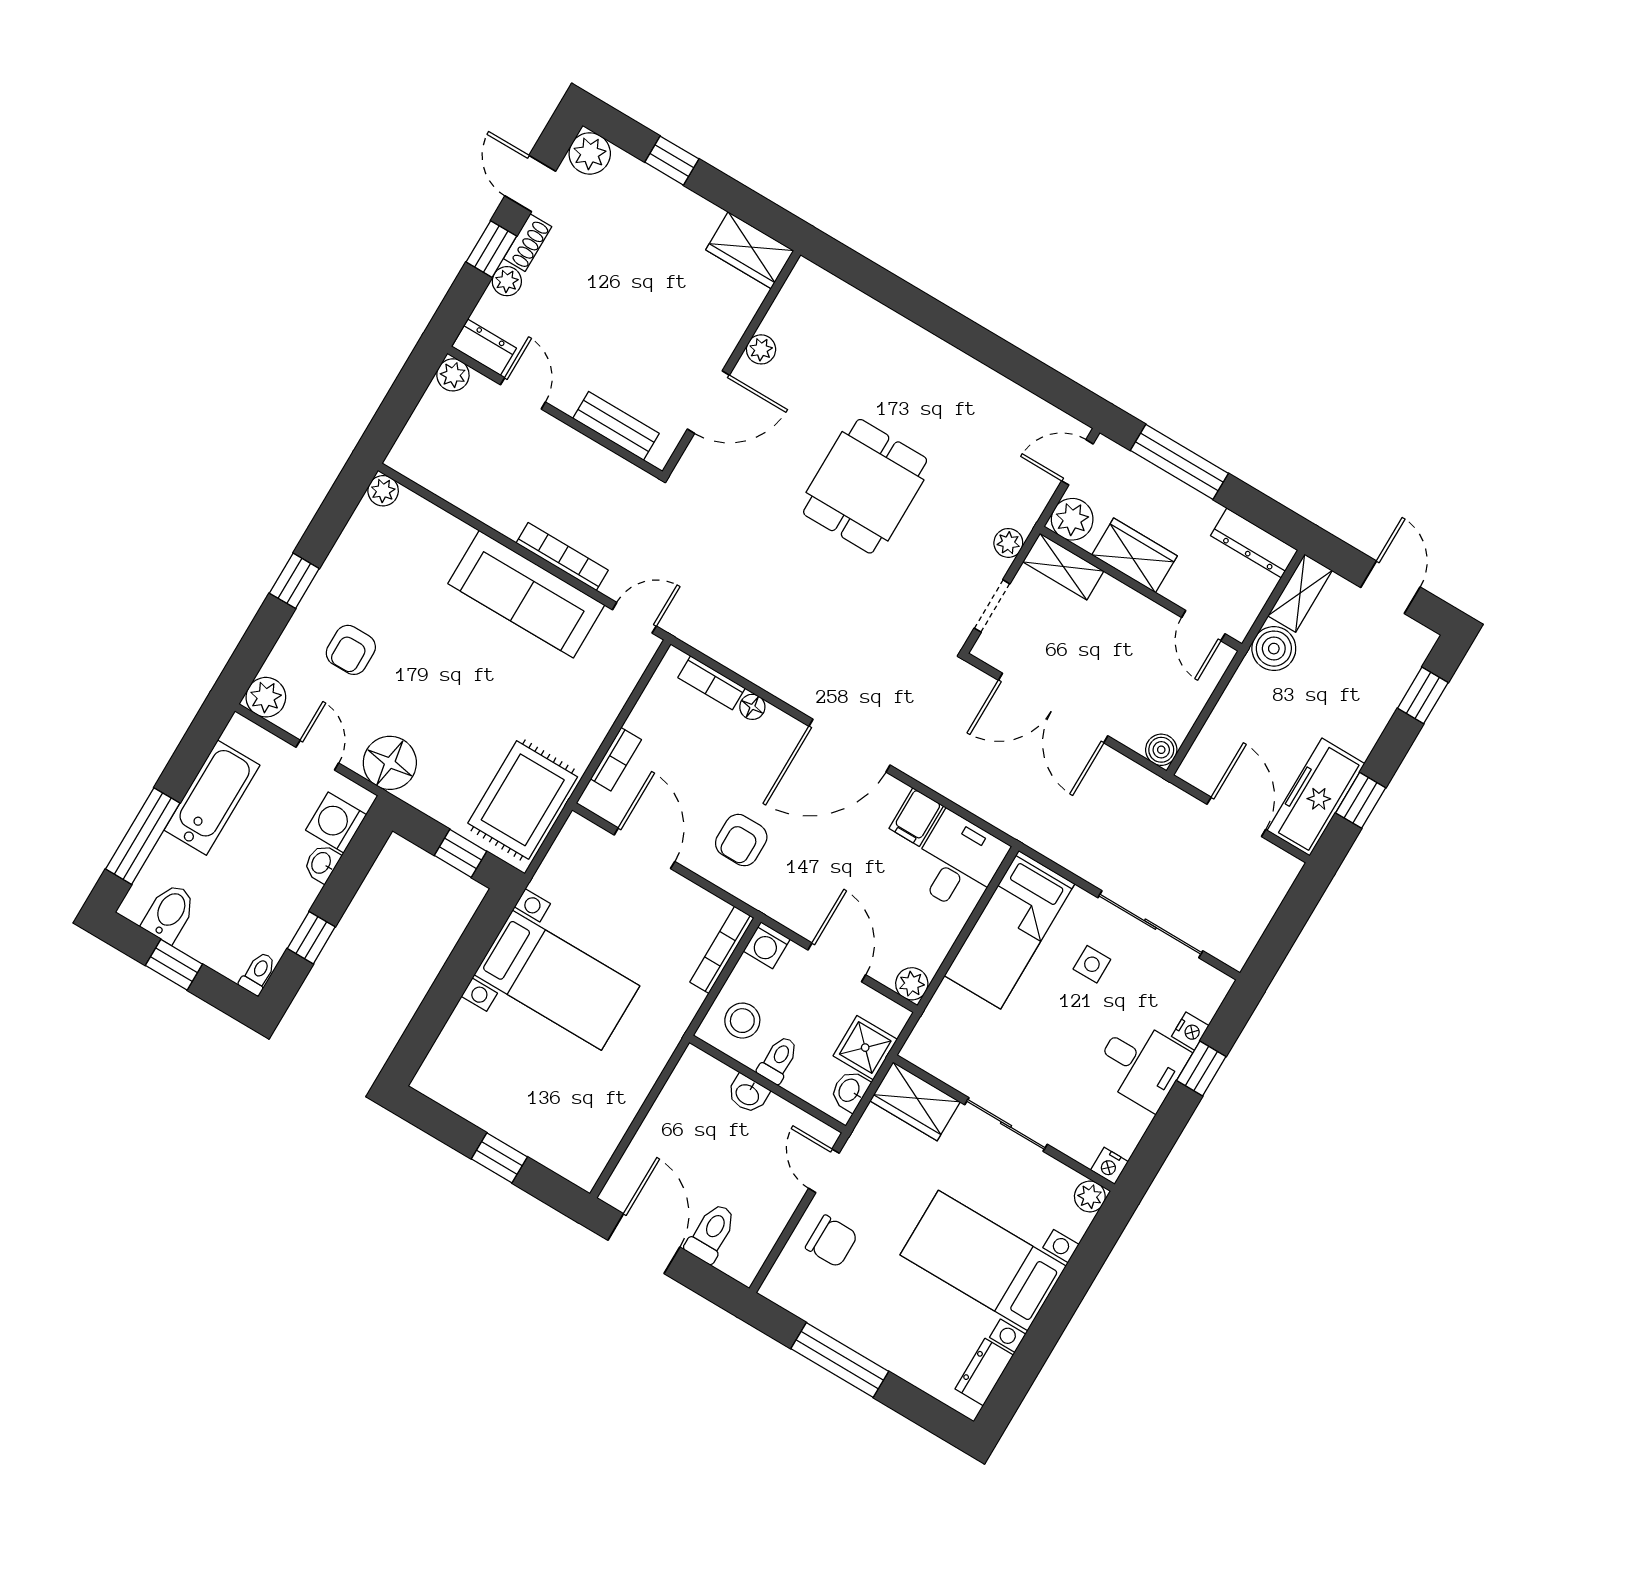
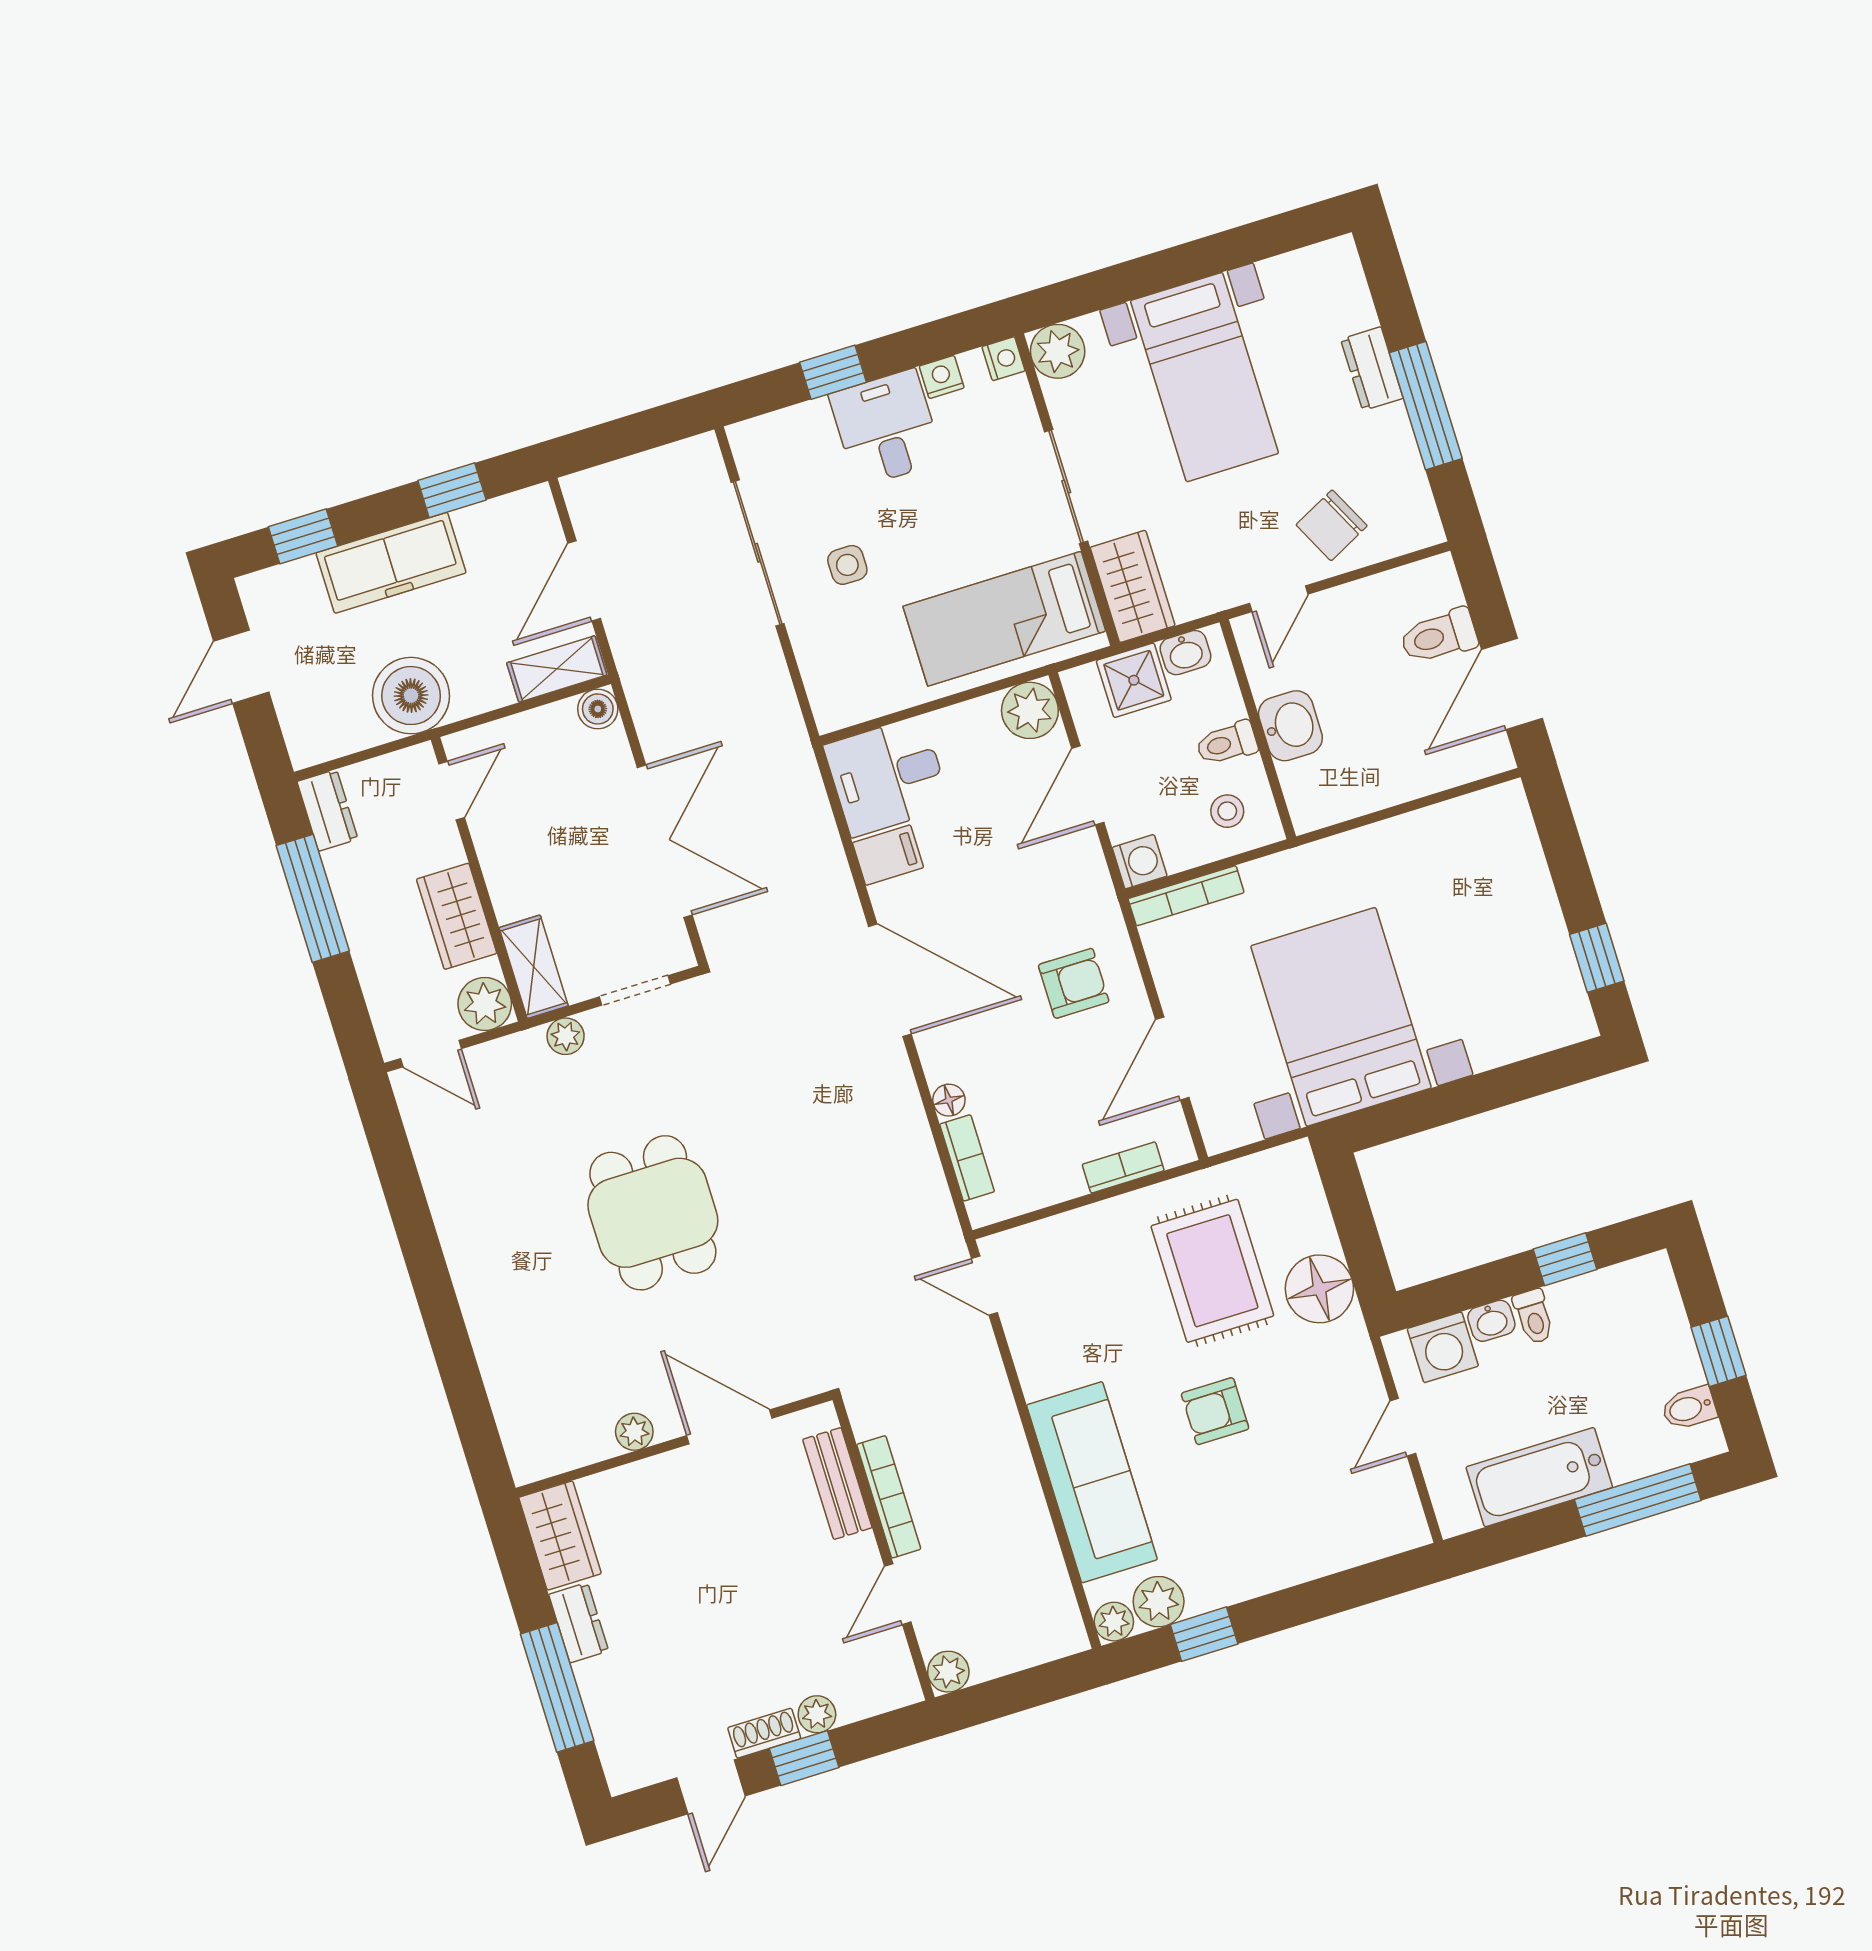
plant: (590, 153) -> (629, 1764), removed
window: (672, 161) -> (557, 1687), width x2.17
dresser: (484, 347) -> (579, 1623), moved, turned 180
window: (1179, 462) -> (313, 898), moved
dining table: (865, 486) -> (653, 1213), turned 90
dresser: (1254, 543) -> (327, 810), width x0.70
bookcase: (562, 557) -> (889, 1497), moved, turned 180
window: (294, 581) -> (1204, 1634), moved
shelving: (1300, 593) -> (557, 669), moved
sofa: (526, 594) -> (1092, 1482), moved
boiler: (1274, 649) -> (411, 696), width x1.37, depth x1.37
armchair: (351, 650) -> (1215, 1411), moved, turned 180
plant: (266, 697) -> (1159, 1602), moved
floor lamp: (390, 763) -> (1319, 1289), moved
freezer: (1316, 797) -> (391, 563), moved
rug: (523, 800) -> (1212, 1271), moved, turned 90
window: (461, 853) -> (1351, 1211), removed
bidet: (169, 913) -> (1689, 1408), width x0.72, depth x0.74
bed: (1010, 930) -> (1004, 619), moved, turned 180
toilet: (258, 973) -> (1534, 1316), moved, turned -90
bed with nightstands: (557, 980) -> (1341, 1017), width x1.36
plant: (912, 984) -> (1030, 710), width x1.38, depth x1.38
stool: (742, 1021) -> (1227, 811), width x0.73, depth x0.73
nightstand: (1190, 1031) -> (942, 377), moved
washbasin: (748, 1094) -> (1290, 726), width x1.38, depth x1.45
window: (499, 1158) -> (1597, 958), moved
plant: (1090, 1196) -> (1058, 351), width x1.38, depth x1.38
chair: (832, 1241) -> (1332, 525), turned -117
dresser: (984, 1372) -> (1372, 369), moved, turned 90

